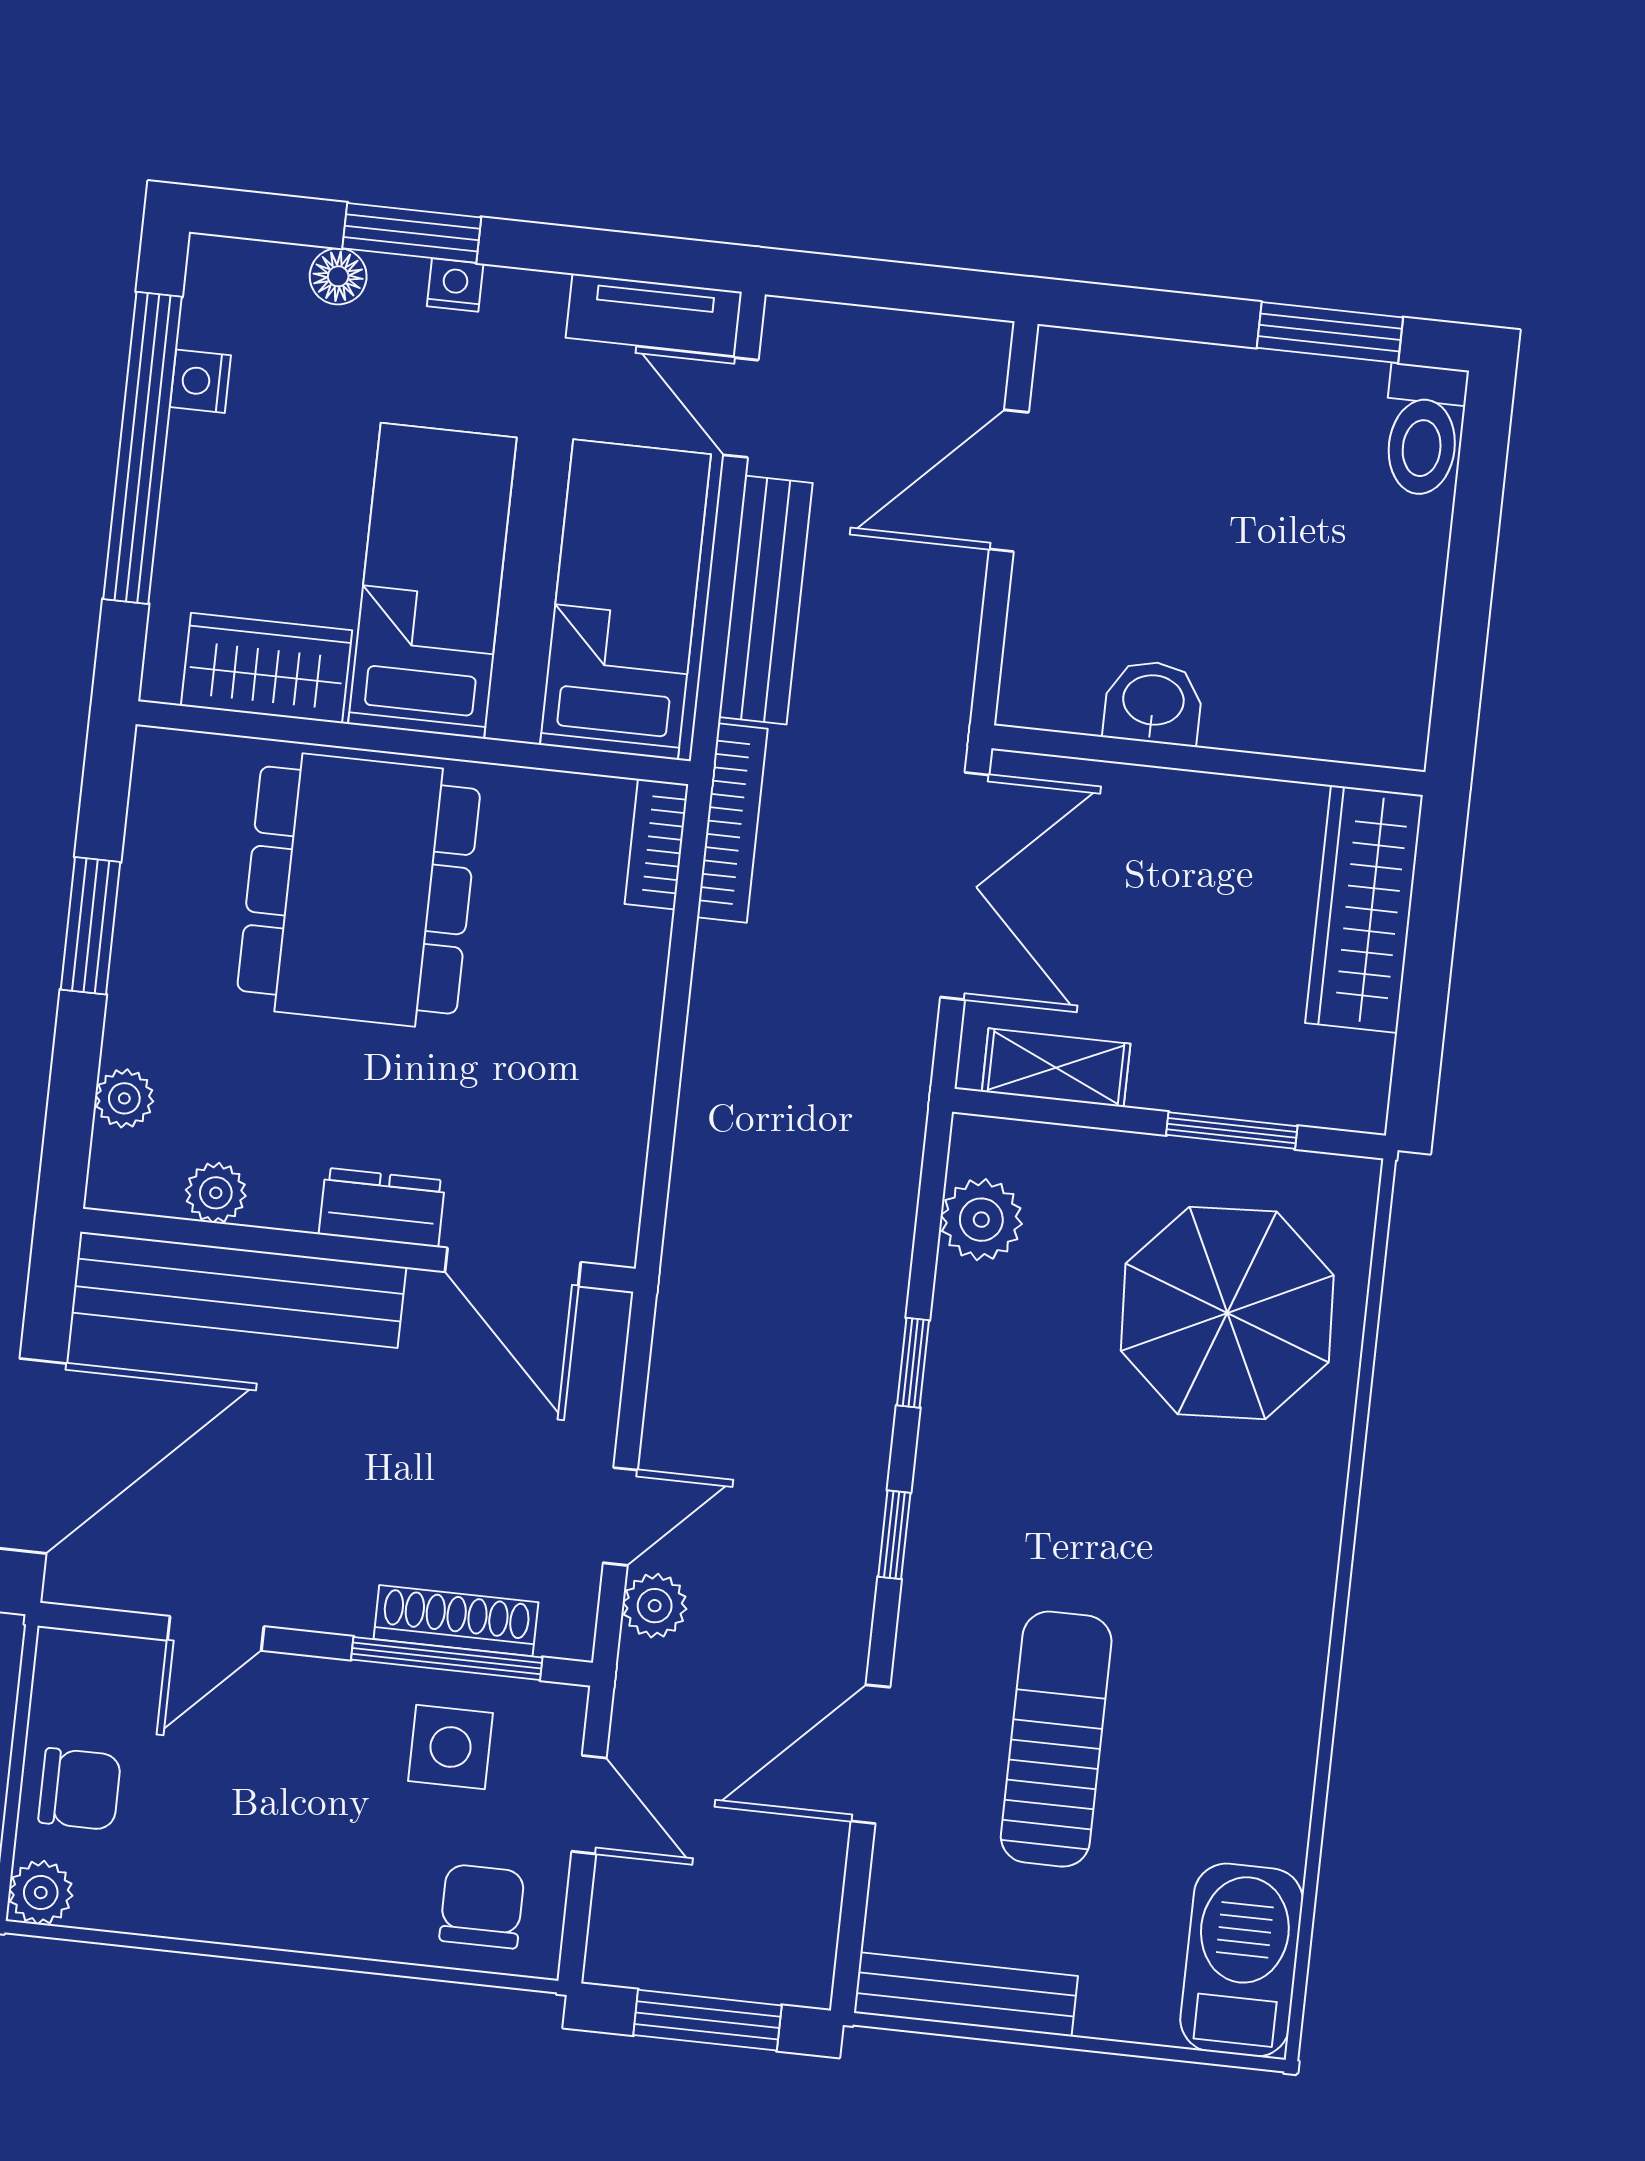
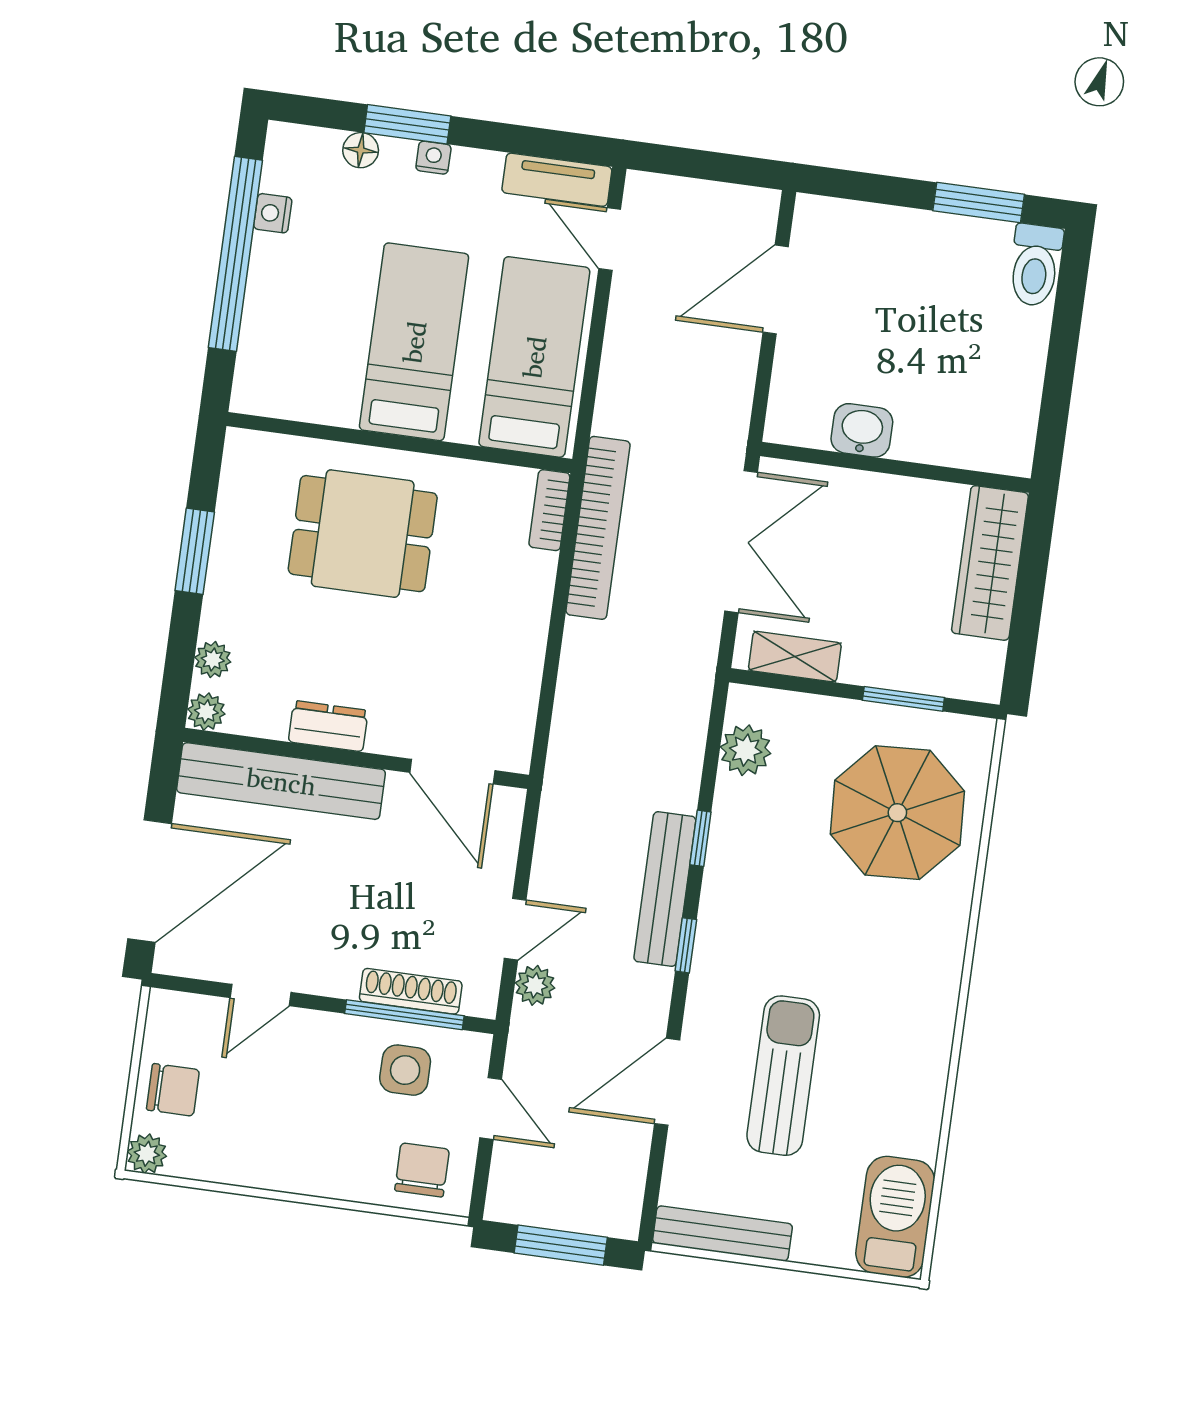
bench: (766, 600) -> (665, 889), moved
wardrobe: (267, 668) -> (309, 393), removed
bookcase: (732, 823) -> (598, 528), width x1.48, depth x1.31
dining table: (359, 890) -> (363, 534), width x0.73
plant: (216, 1193) -> (206, 712), moved
dresser: (382, 1207) -> (328, 726), moved

